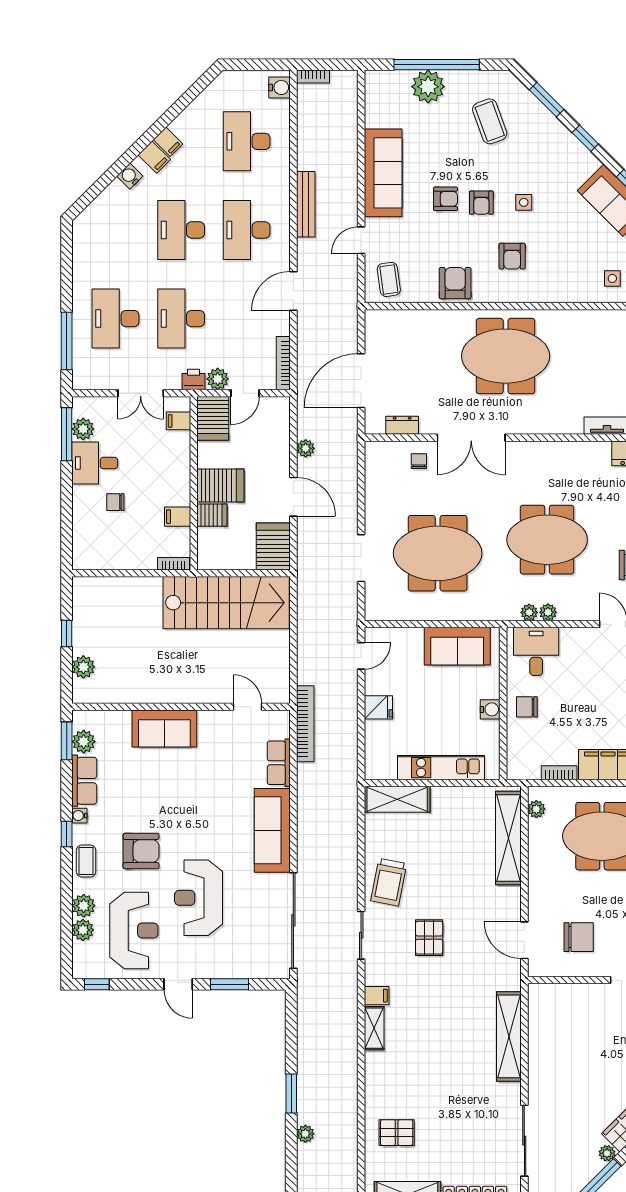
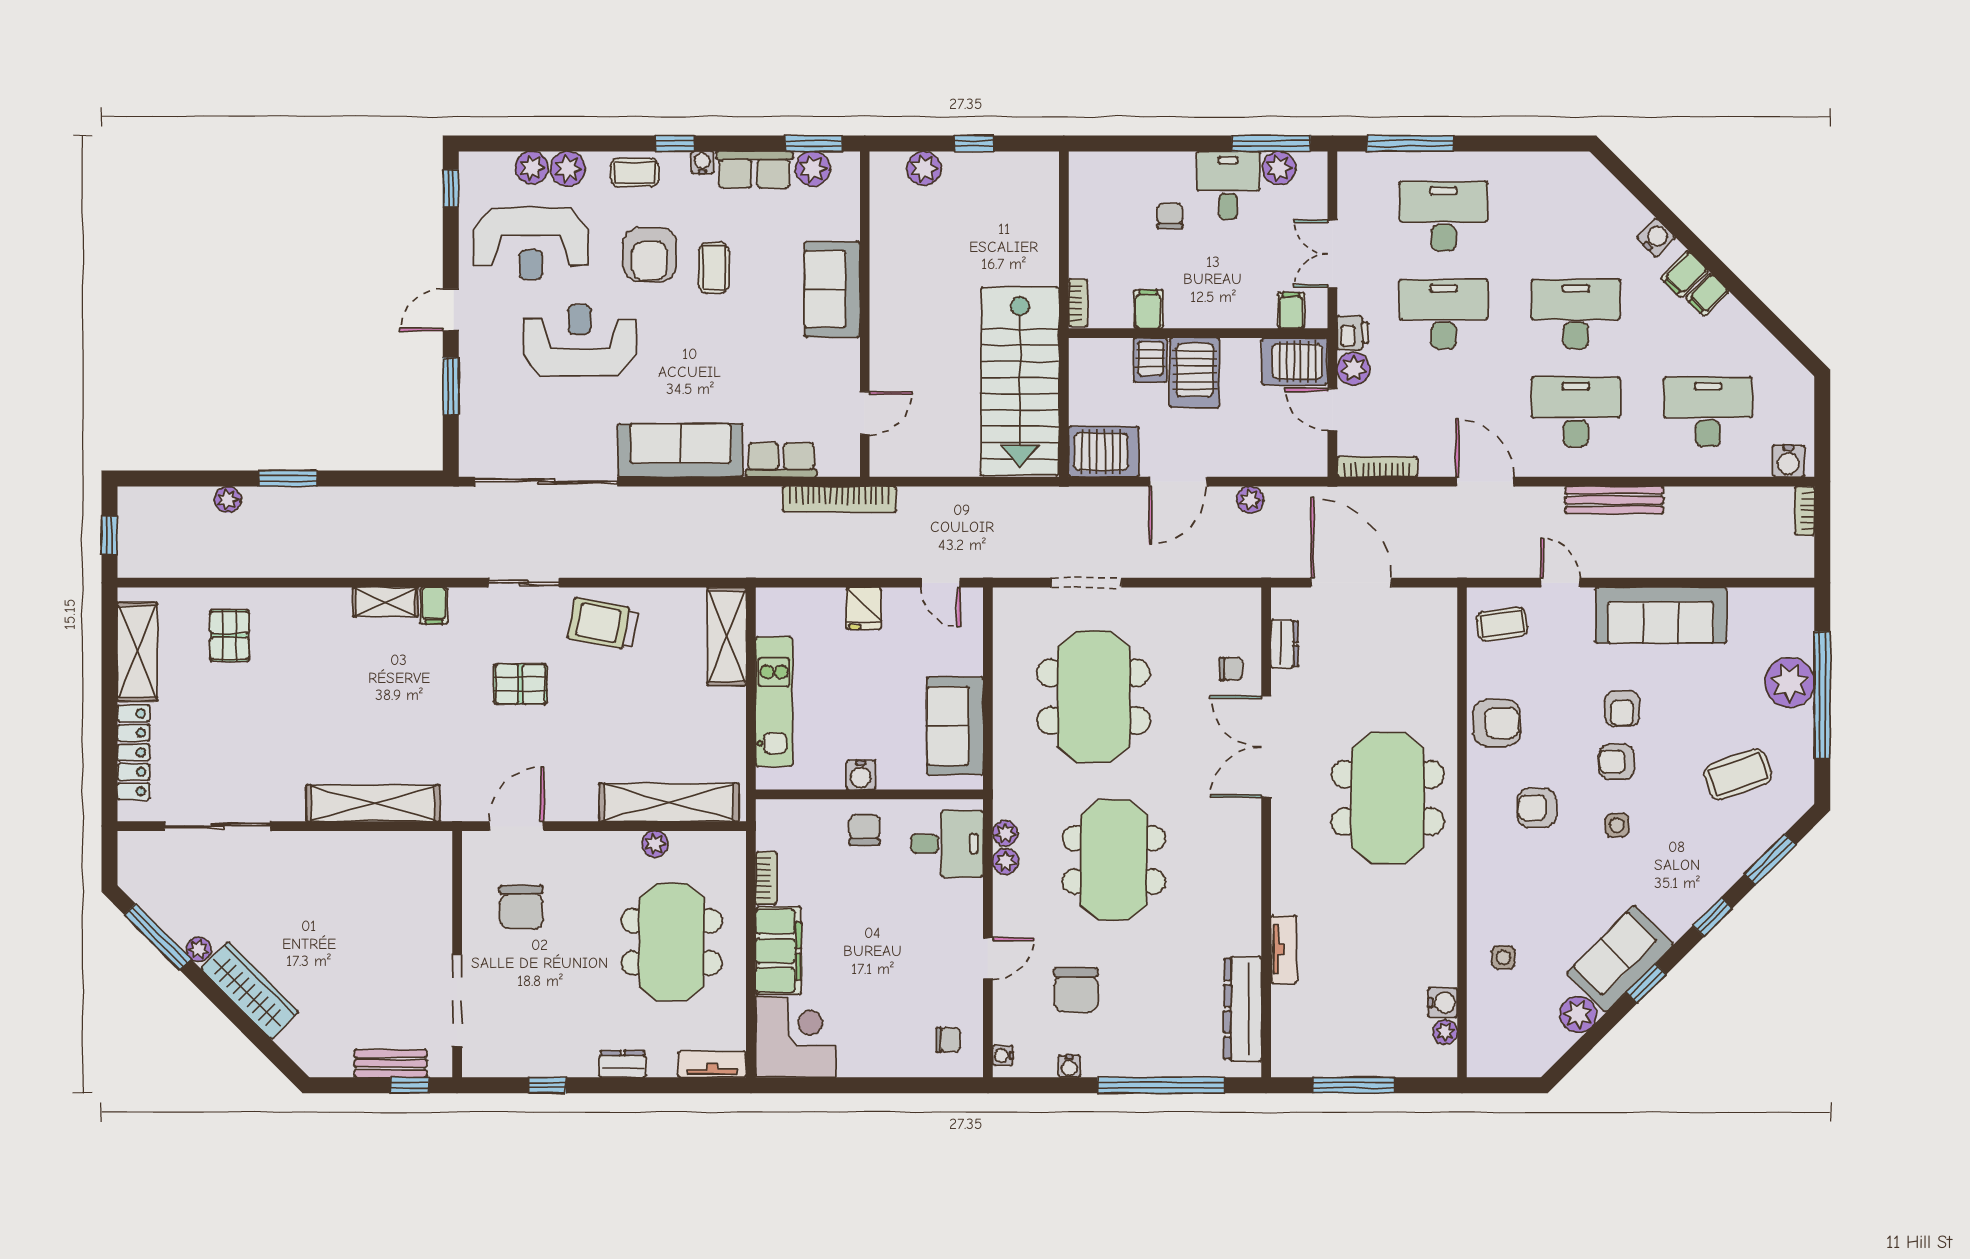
coffee table: (150, 808) -> (714, 268), added
plant: (536, 809) -> (655, 844), moved

